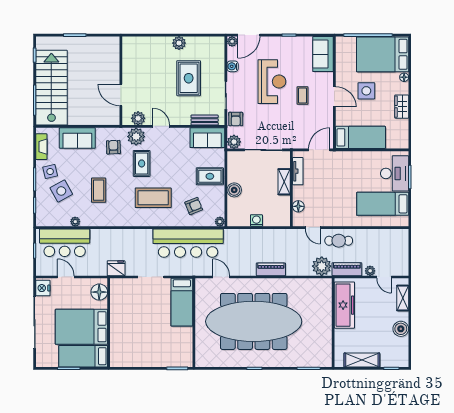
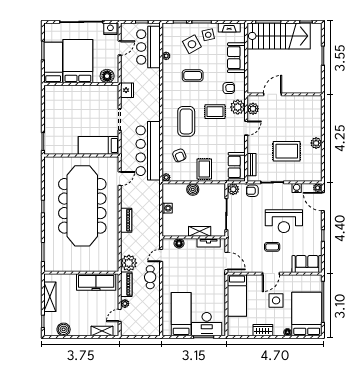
boiler: (401, 329) -> (64, 329), moved

